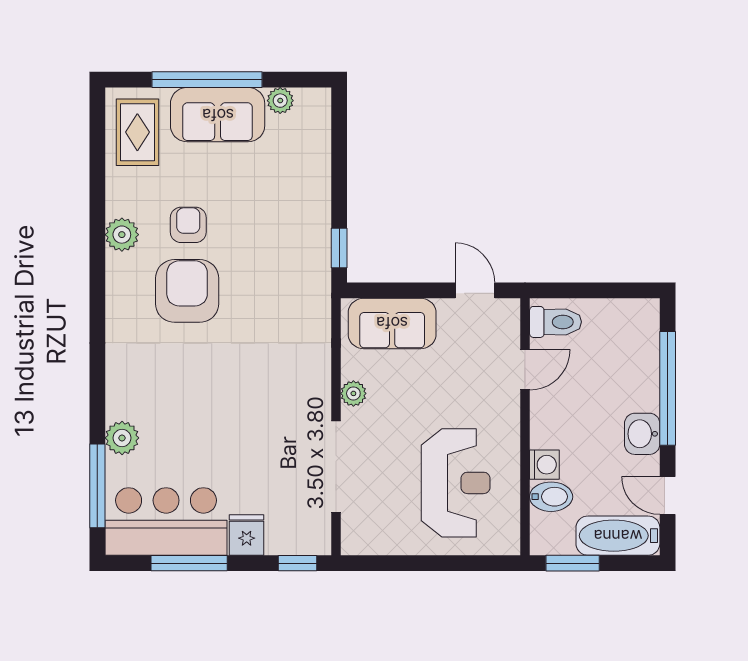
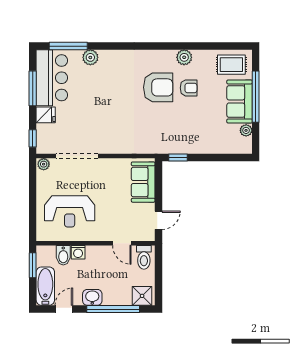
shower: (639, 326) -> (142, 296), added
plant: (353, 393) -> (44, 164), moved

